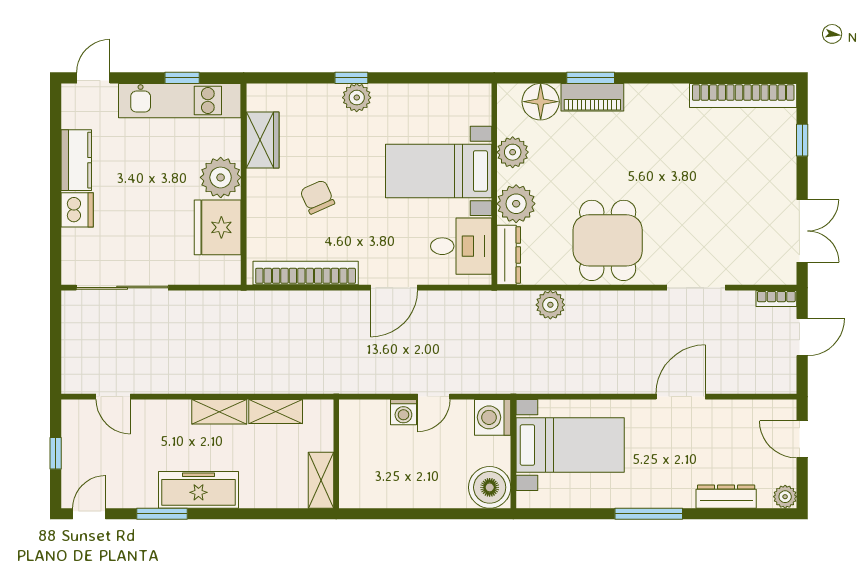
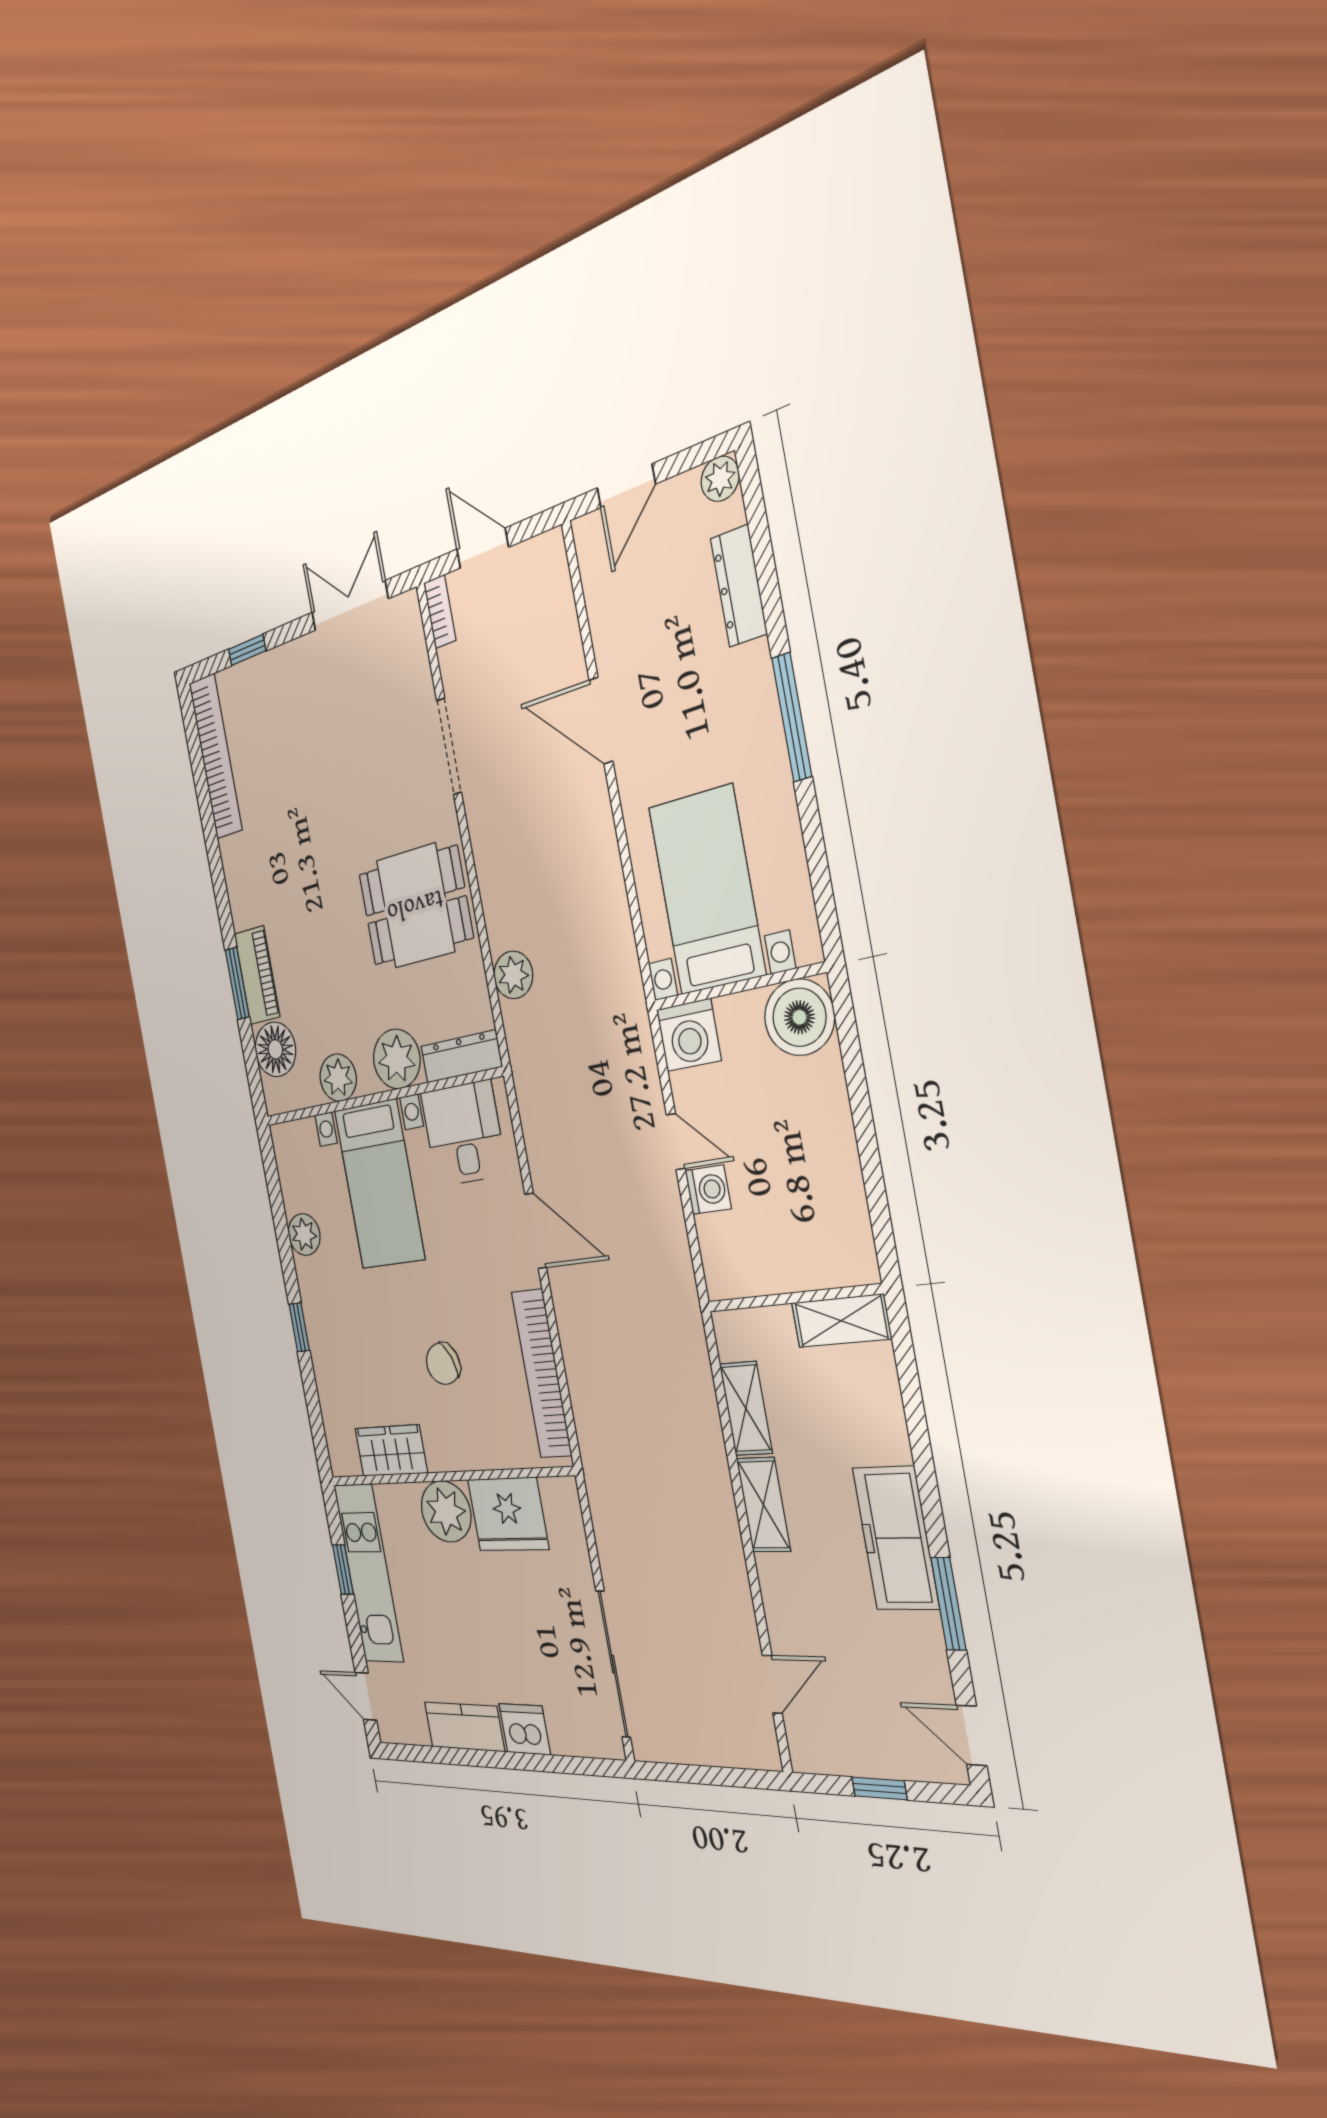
plant: (357, 98) -> (304, 1235), moved

